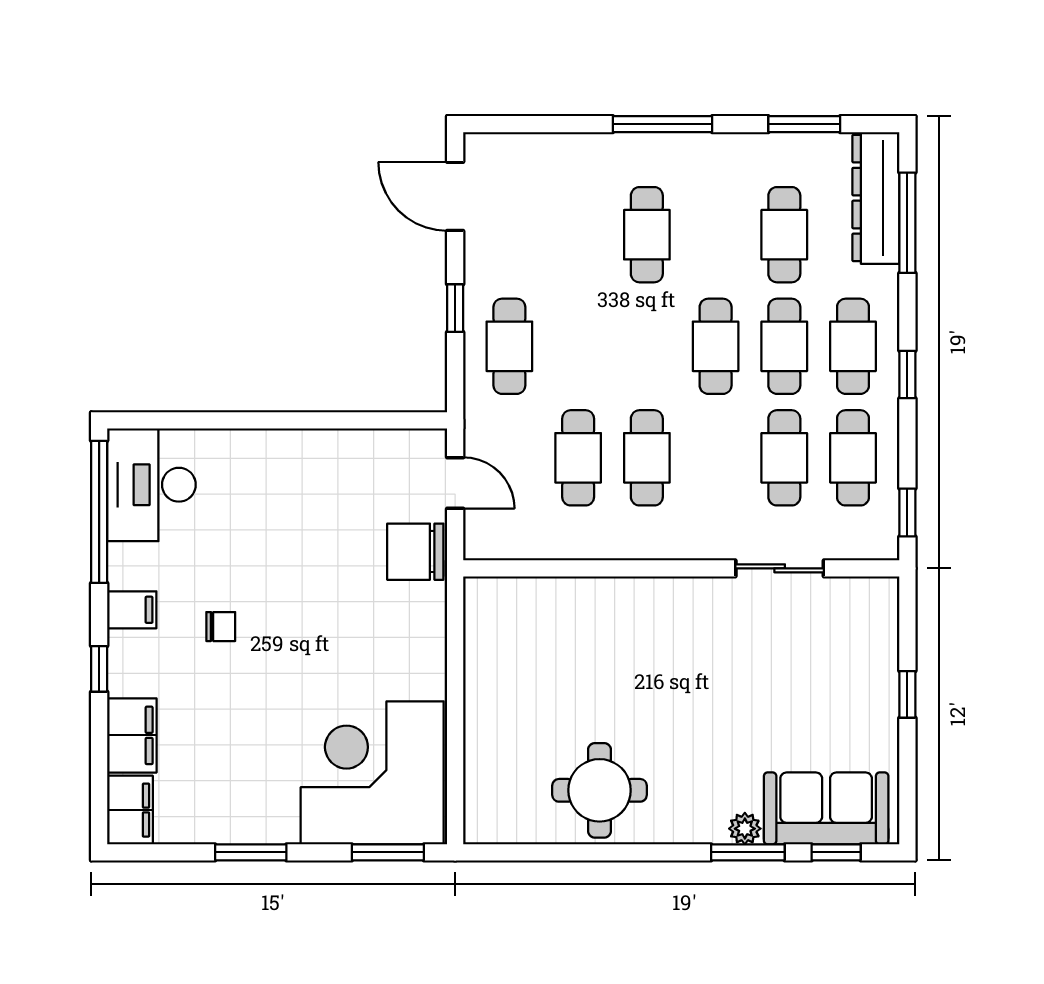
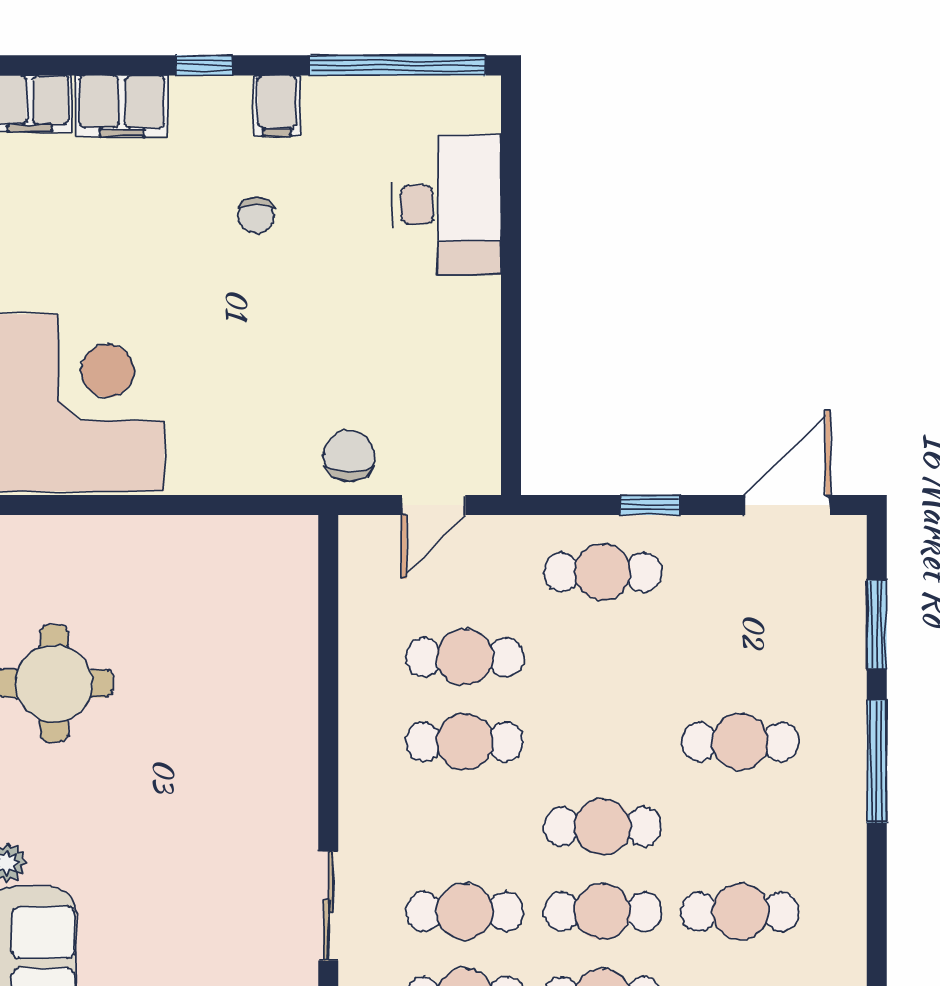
window: (804, 124) -> (877, 625), moved
desk: (151, 485) -> (446, 205), moved, turned 90
chair: (415, 552) -> (349, 456), width x0.73, depth x0.73

